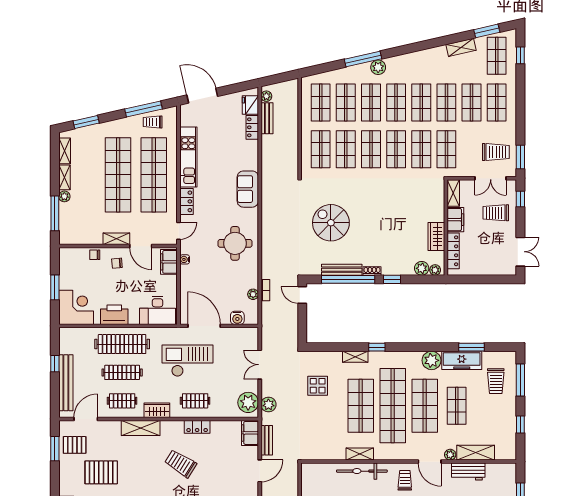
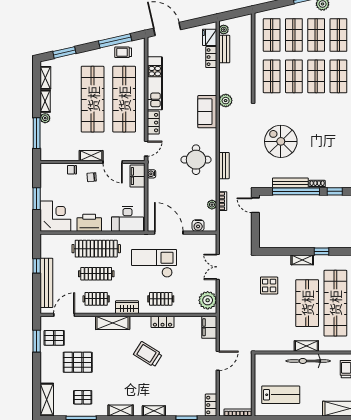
plant: (268, 404) -> (226, 101), moved
bench: (267, 440) -> (224, 166), moved

